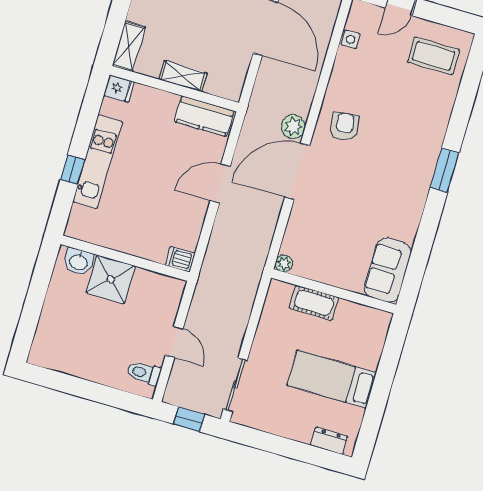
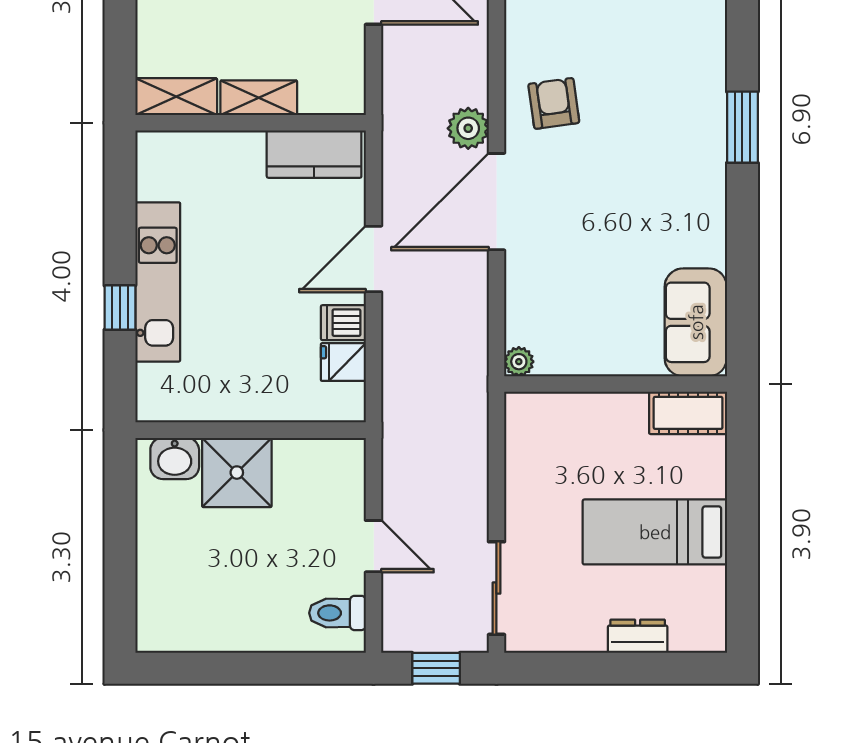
shelving: (129, 46) -> (176, 97), moved, turned 90
fridge: (119, 89) -> (343, 362), moved, turned 180
dishwasher: (180, 259) -> (343, 323), moved
cot: (314, 303) -> (688, 413), moved
dresser: (329, 441) -> (638, 636), moved

